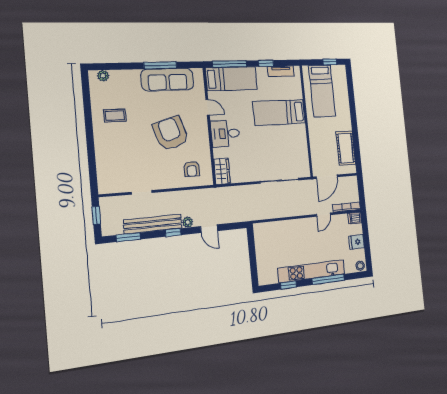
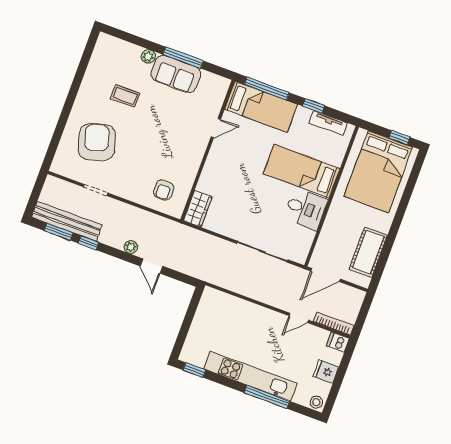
plant: (103, 76) -> (148, 56), moved
sofa: (167, 80) -> (176, 74), width x0.73
bed: (322, 91) -> (378, 172), width x1.50
door: (208, 107) -> (216, 128), hinge flipped
coffee table: (115, 116) -> (125, 96), moved
armchair: (171, 133) -> (97, 142), moved
desk: (225, 134) -> (306, 209), moved, turned 180
window: (96, 215) -> (36, 192), removed
bench: (153, 224) -> (67, 221), moved
window: (173, 232) -> (89, 243), moved
window: (289, 285) -> (194, 370), moved

